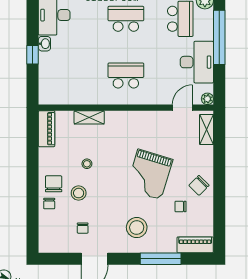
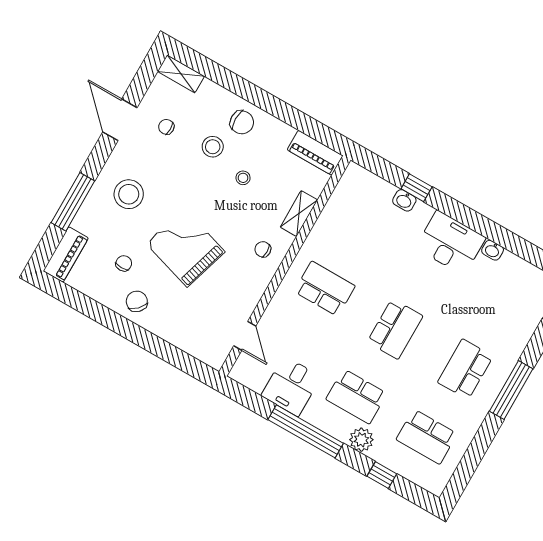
washbasin: (44, 44) -> (404, 200), moved
desk: (197, 62) -> (291, 386), width x0.73
school desk: (126, 76) -> (325, 289), turned -90
plant: (207, 99) -> (238, 373), removed
shelving: (206, 129) -> (181, 74), moved
chair: (49, 204) -> (263, 249), moved

